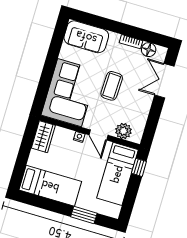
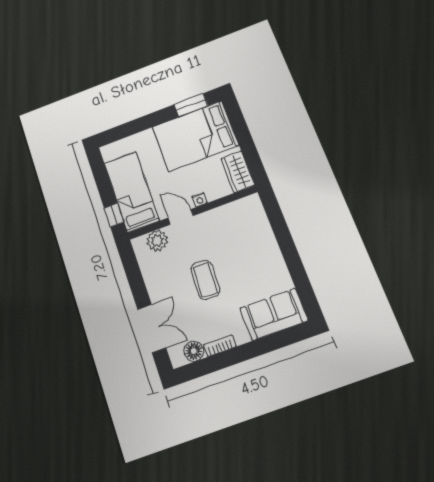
corner sofa: (70, 93) -> (245, 239), removed
bed: (50, 186) -> (195, 136), width x1.50
window: (84, 215) -> (191, 105), moved

